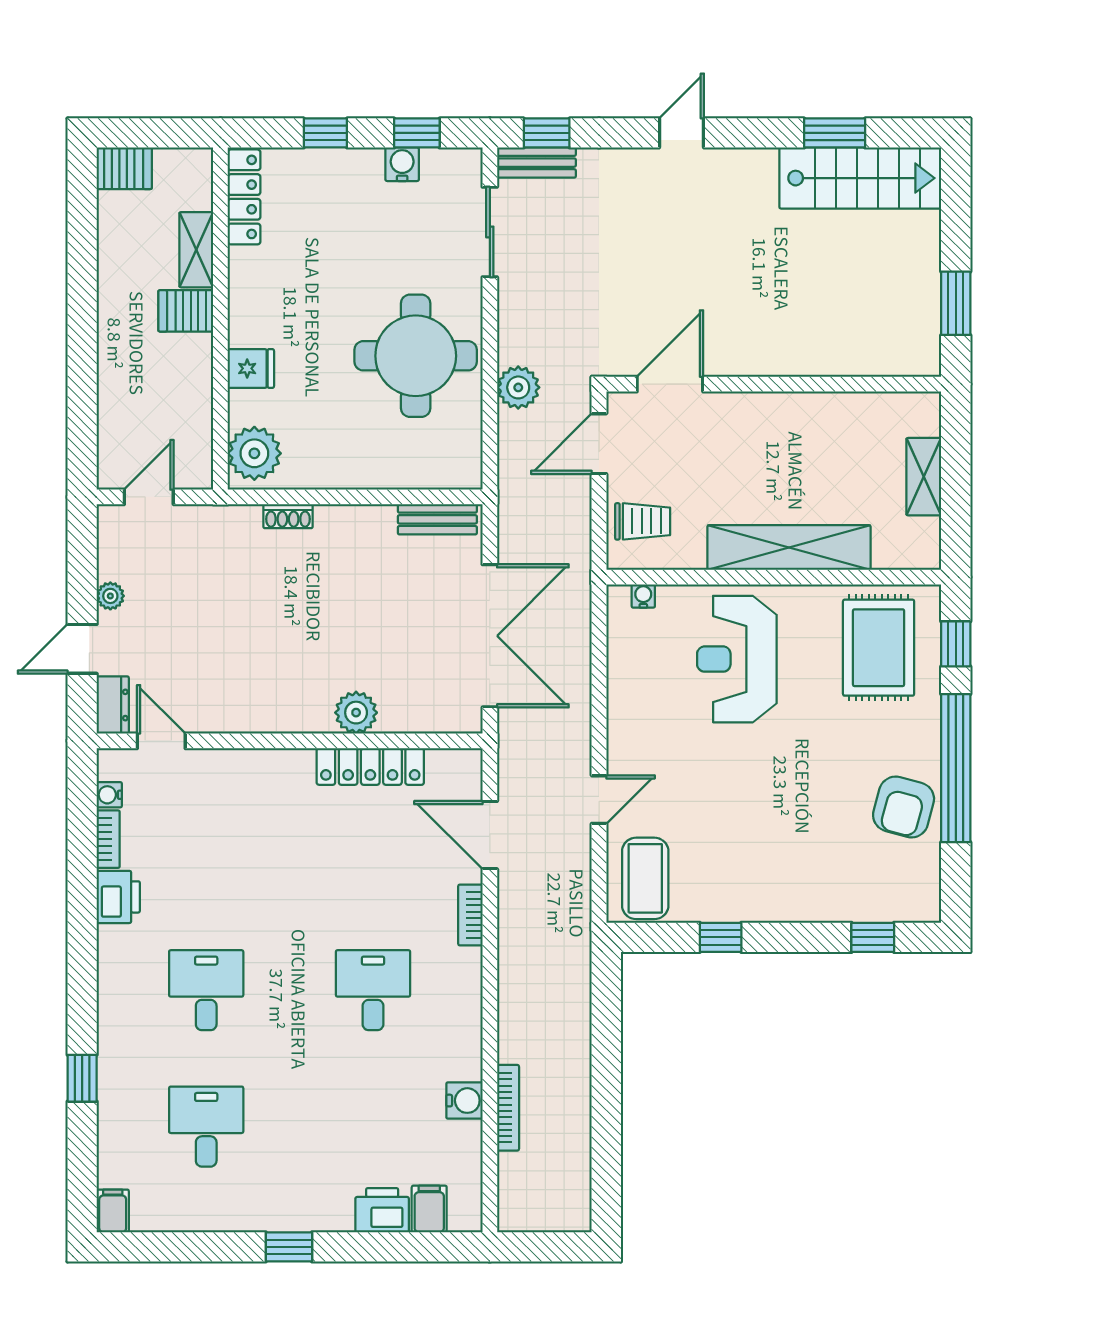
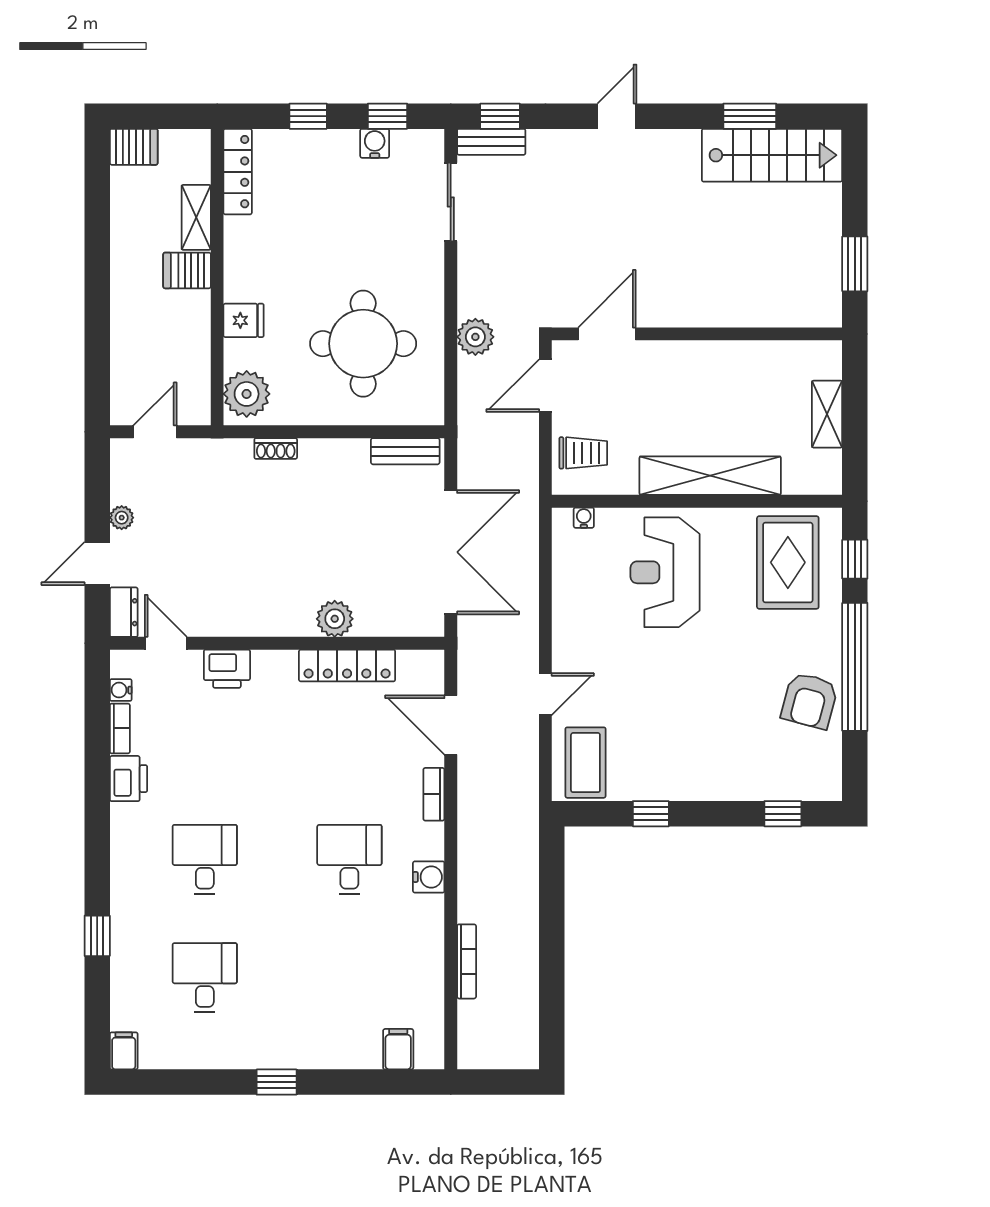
round table: (416, 356) -> (363, 344), moved
water cooler: (464, 1101) -> (429, 877), moved
printer: (382, 1210) -> (227, 669), moved, turned 180

